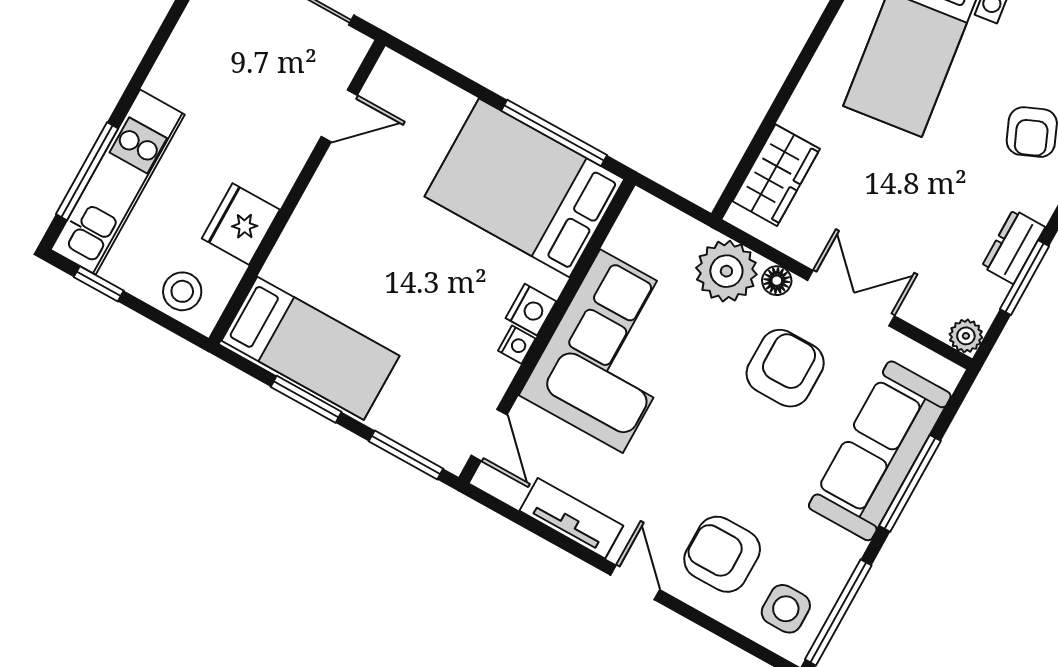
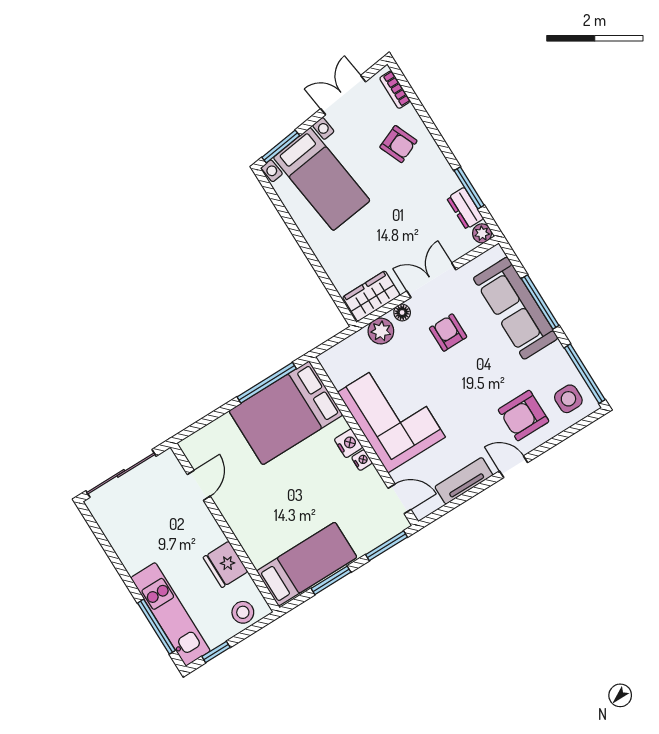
wardrobe: (776, 175) -> (371, 296), moved, turned -90
dresser: (1013, 247) -> (465, 208), moved
plant: (726, 271) -> (381, 331), width x0.73, depth x0.73
armchair: (785, 368) -> (448, 333), width x0.72, depth x0.72

